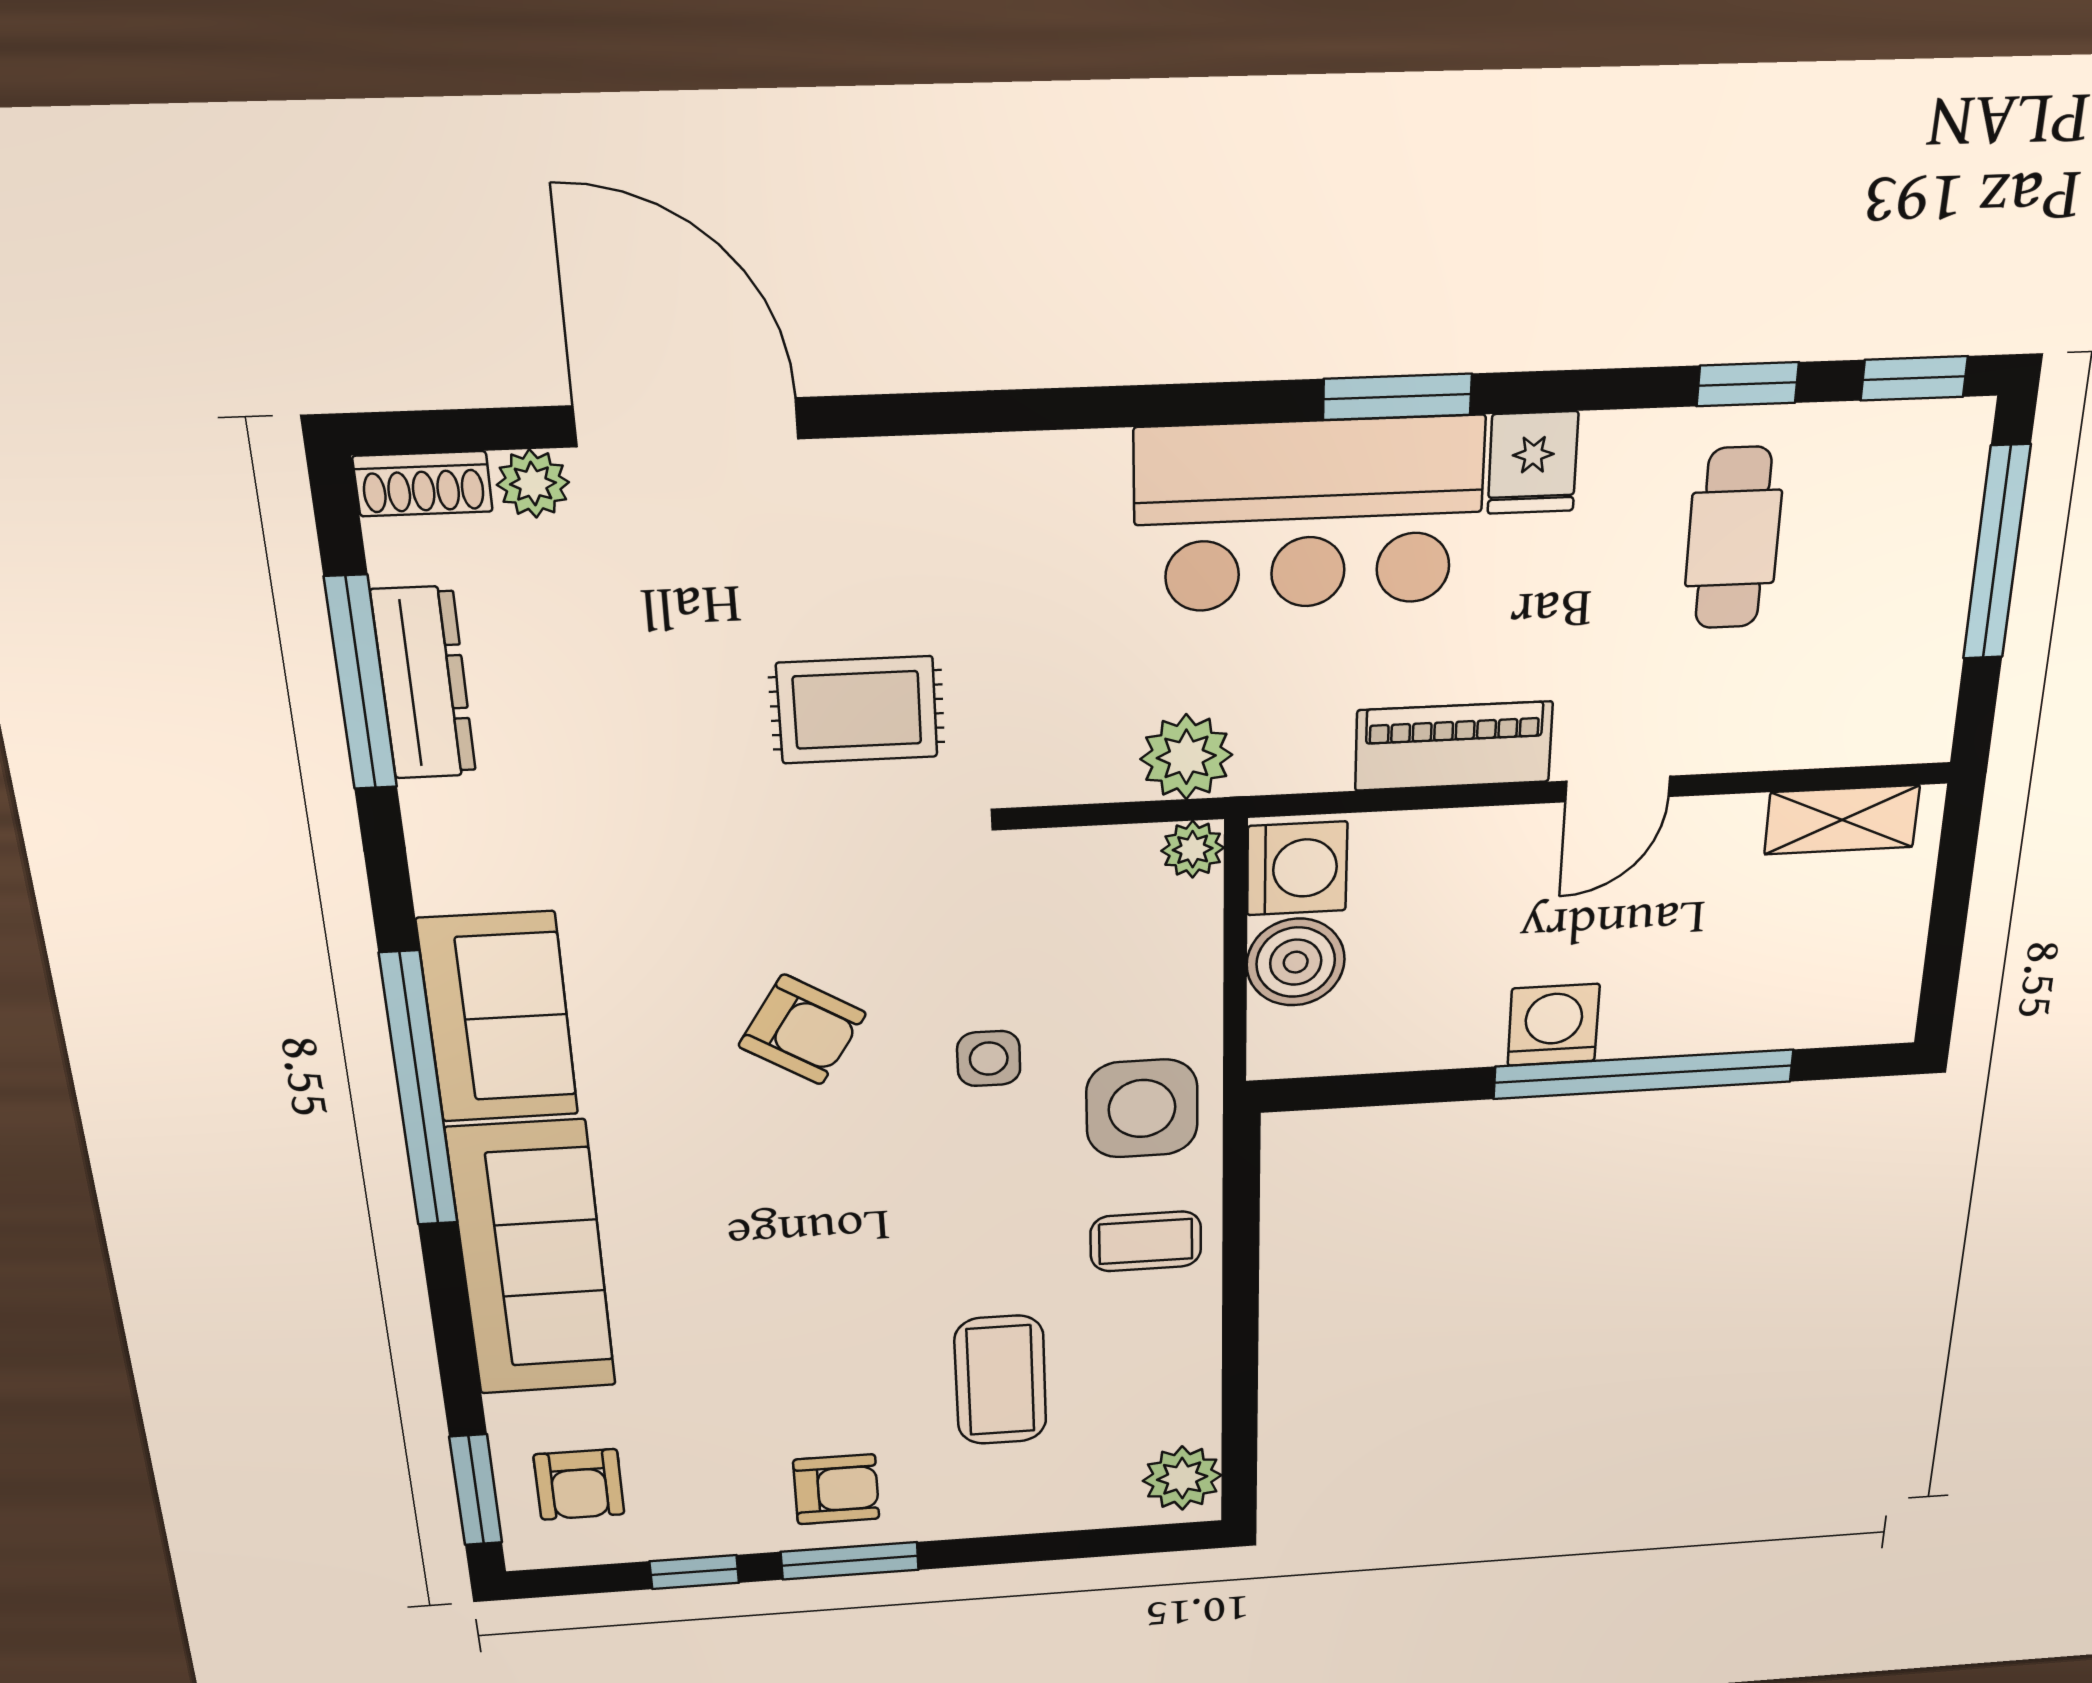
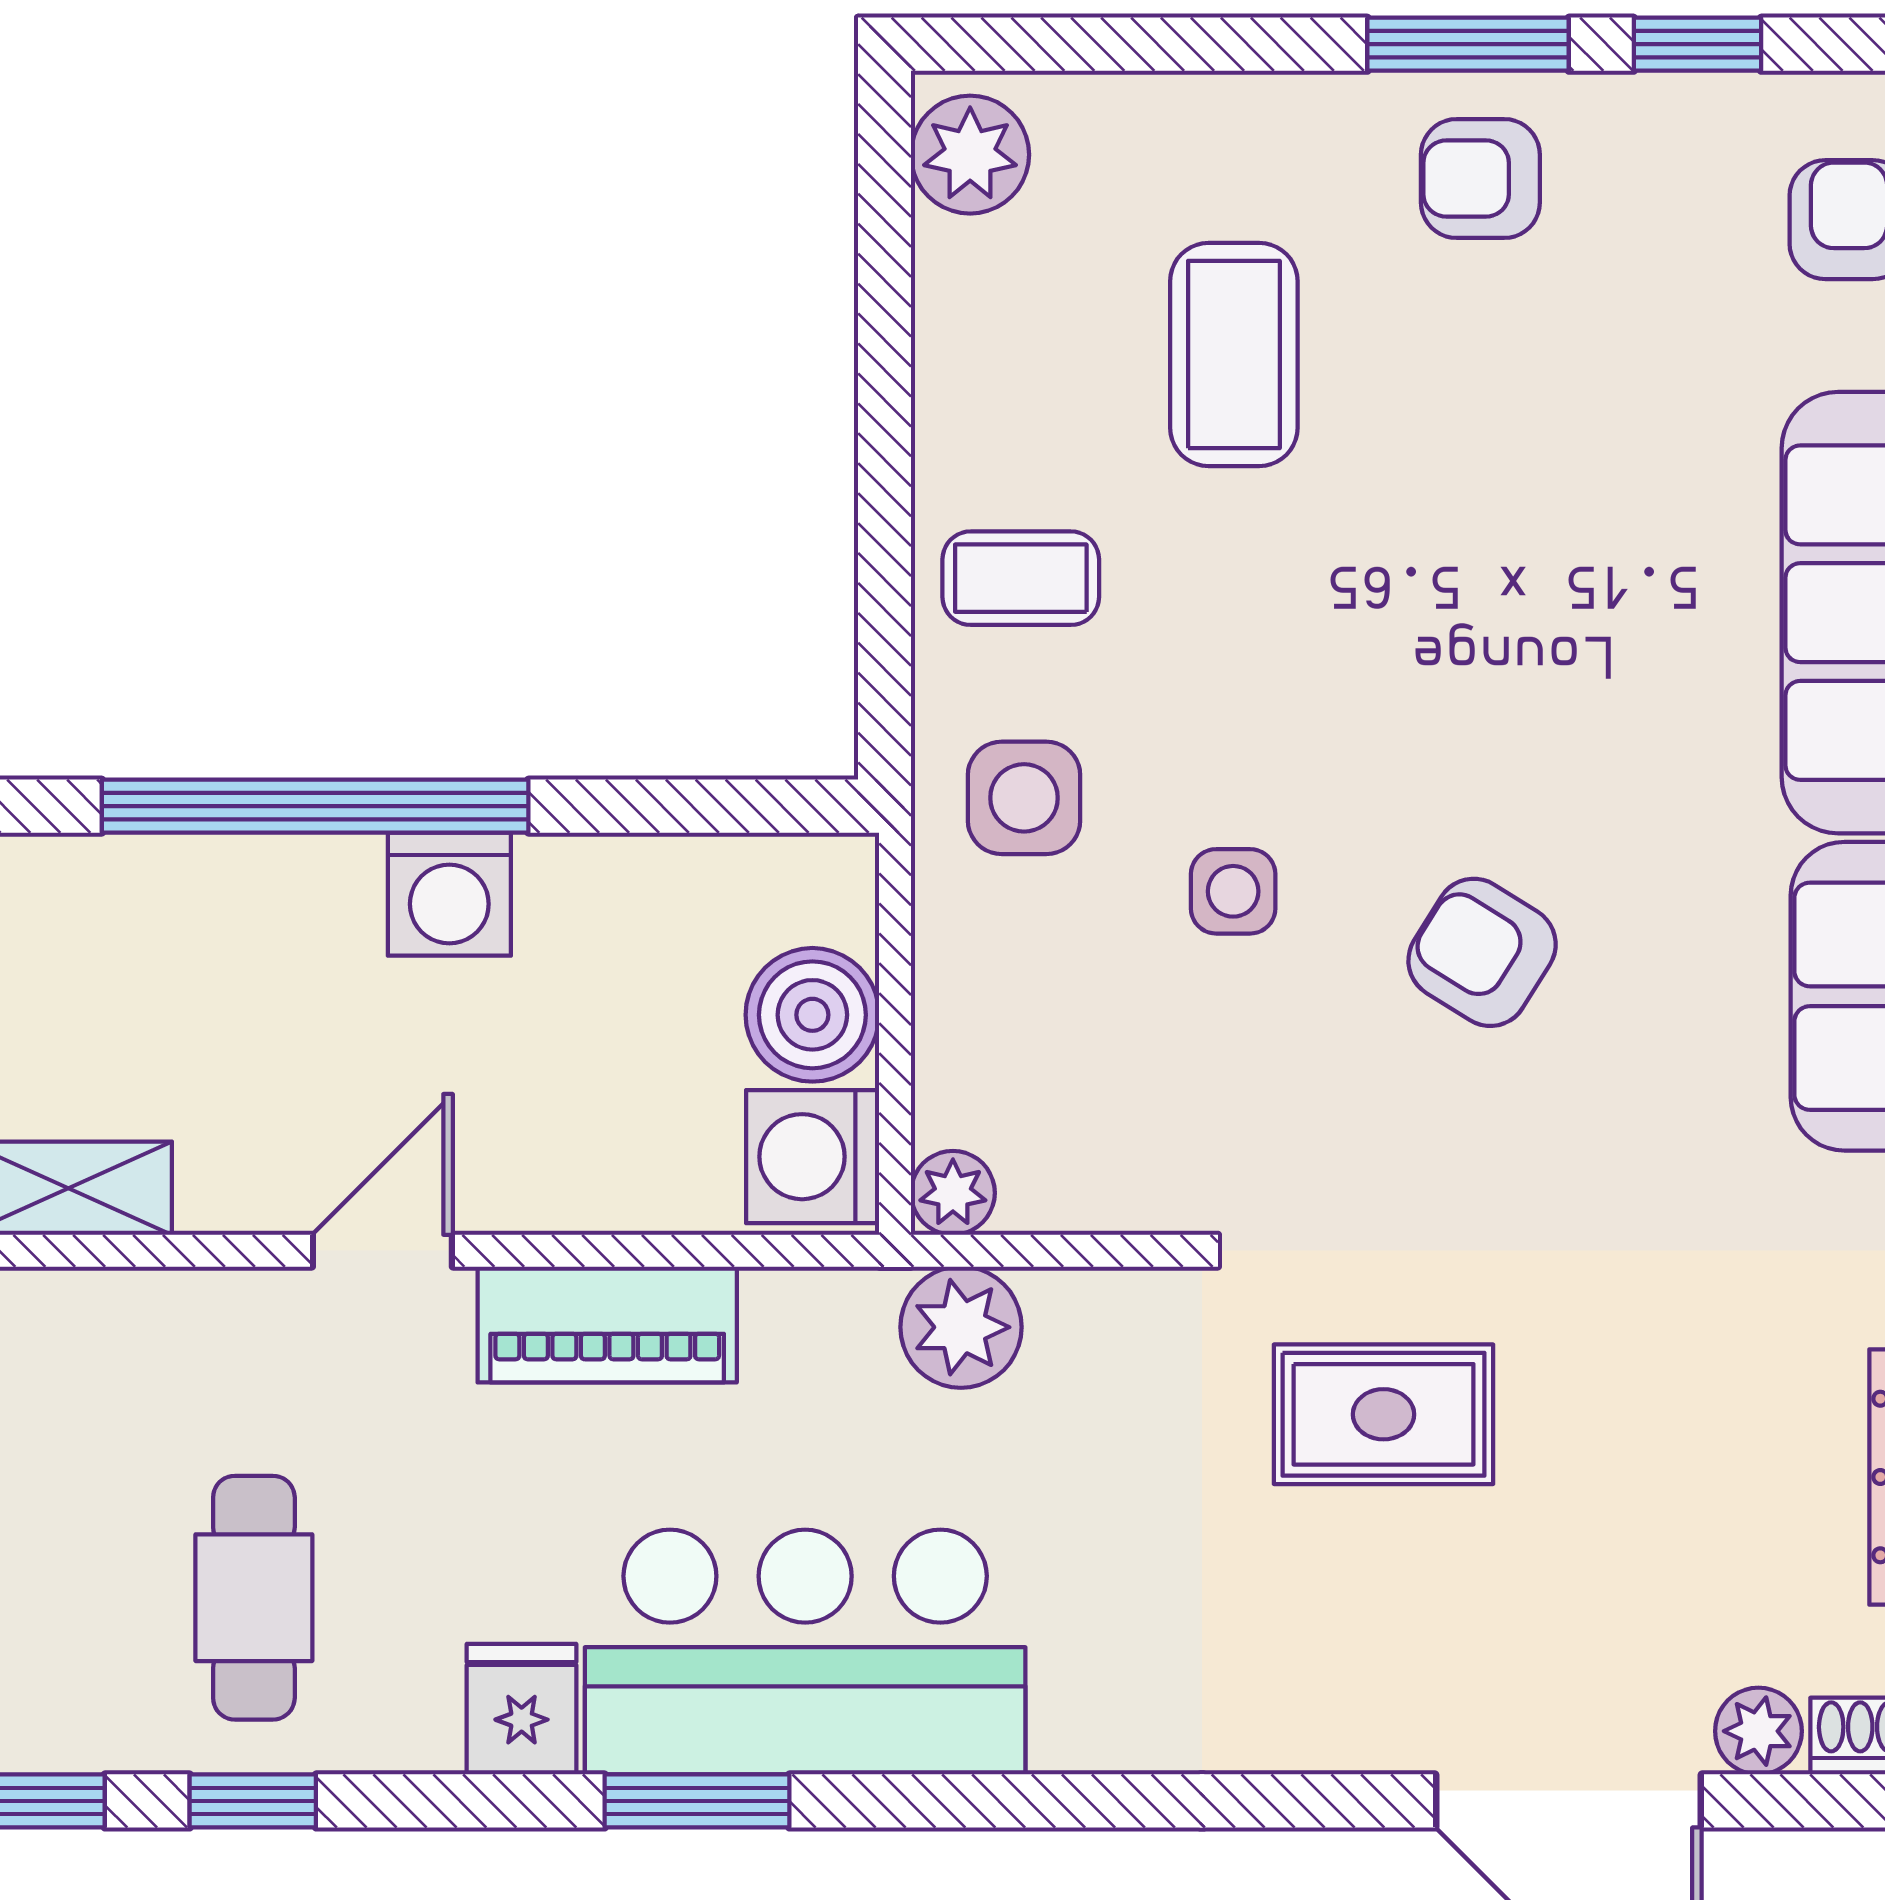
side table: (1142, 1109) -> (1024, 798), width x0.73, depth x0.73

